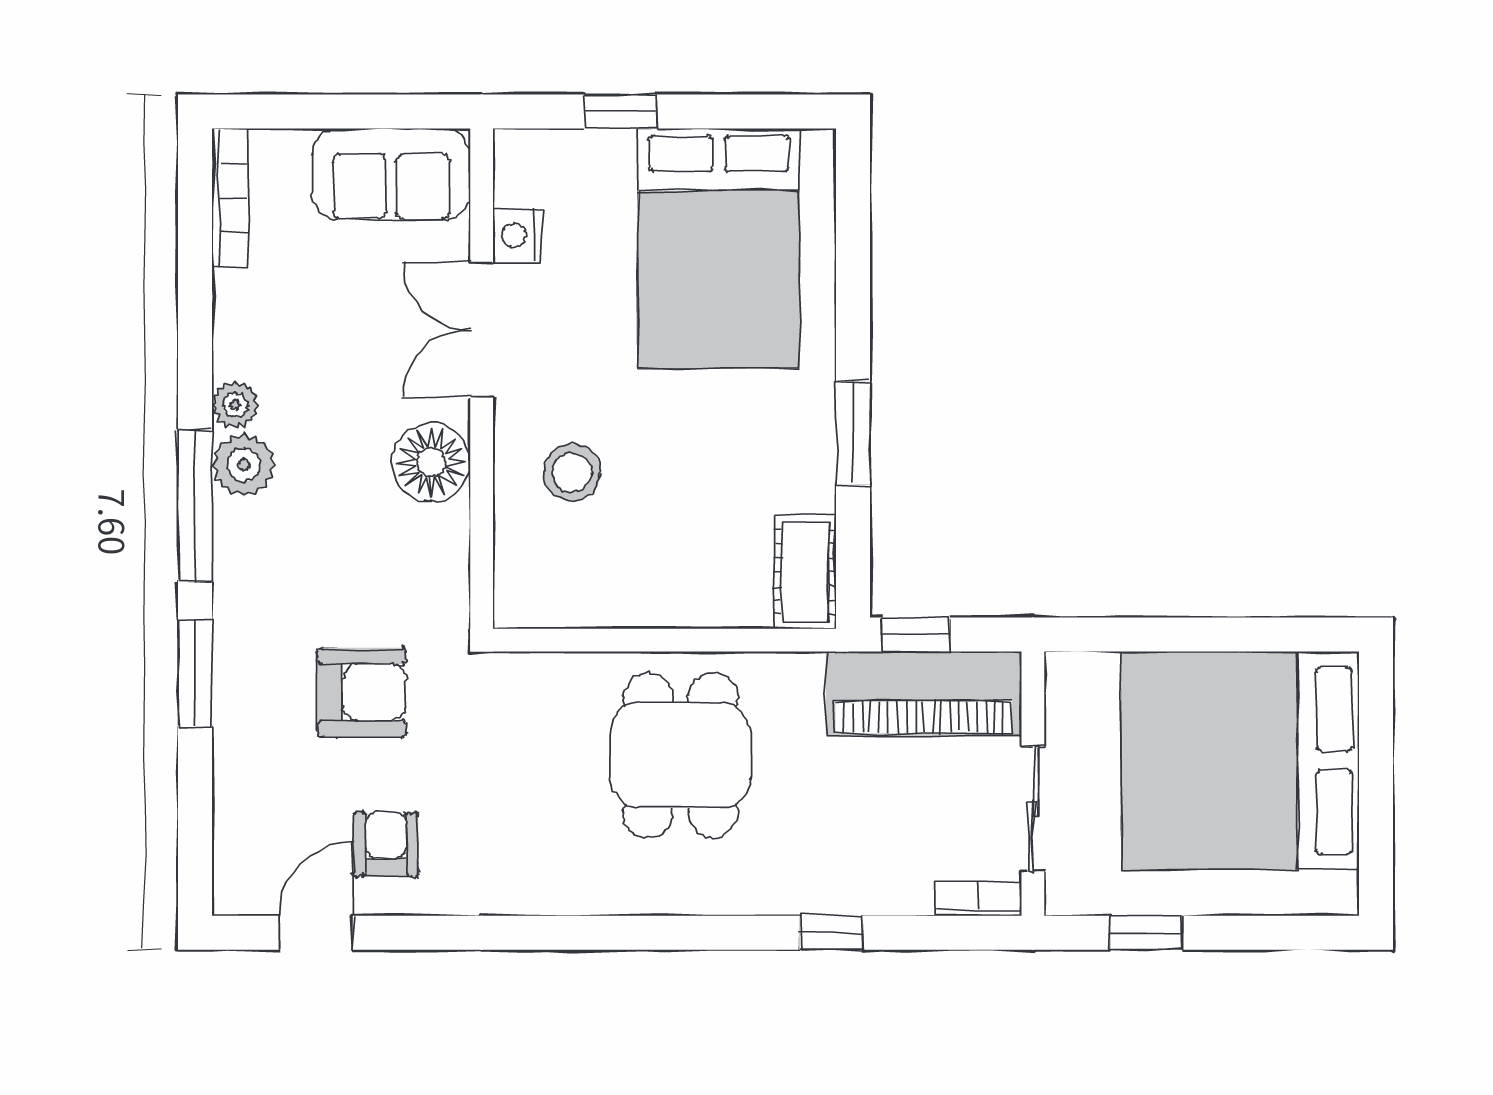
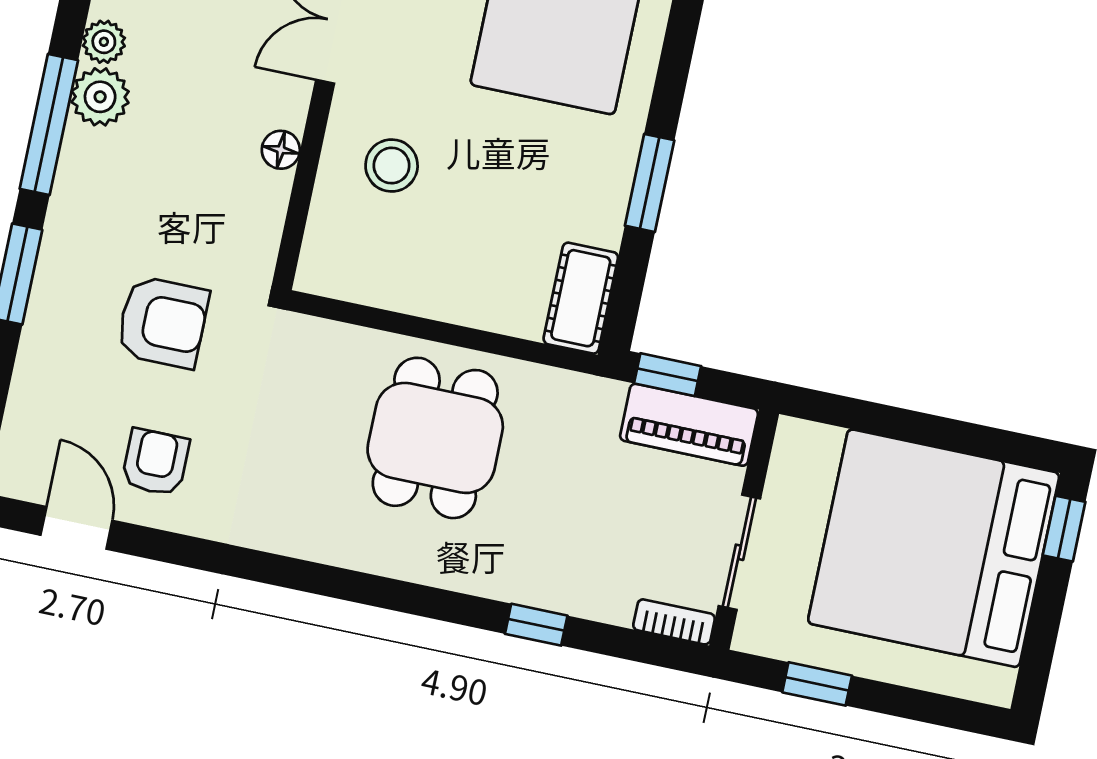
floor lamp: (431, 462) -> (281, 150), width x0.53, depth x0.53
piano: (924, 694) -> (689, 425), width x0.73, depth x0.75
window: (1376, 710) -> (1064, 529), added
door: (316, 933) -> (76, 528), hinge flipped

